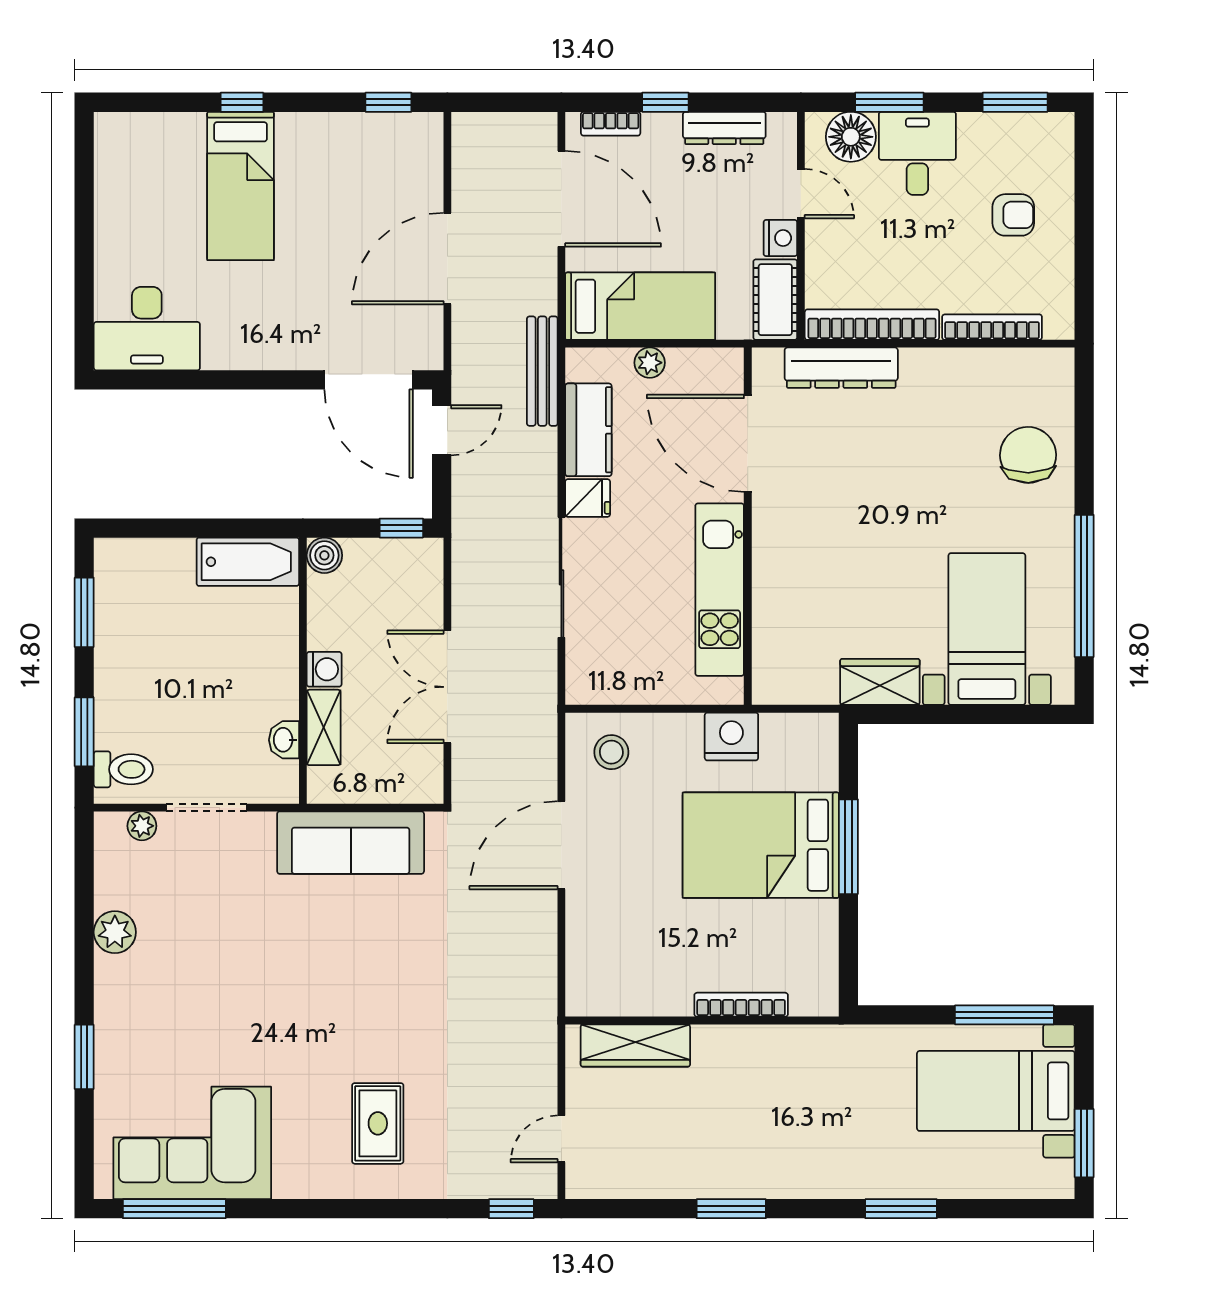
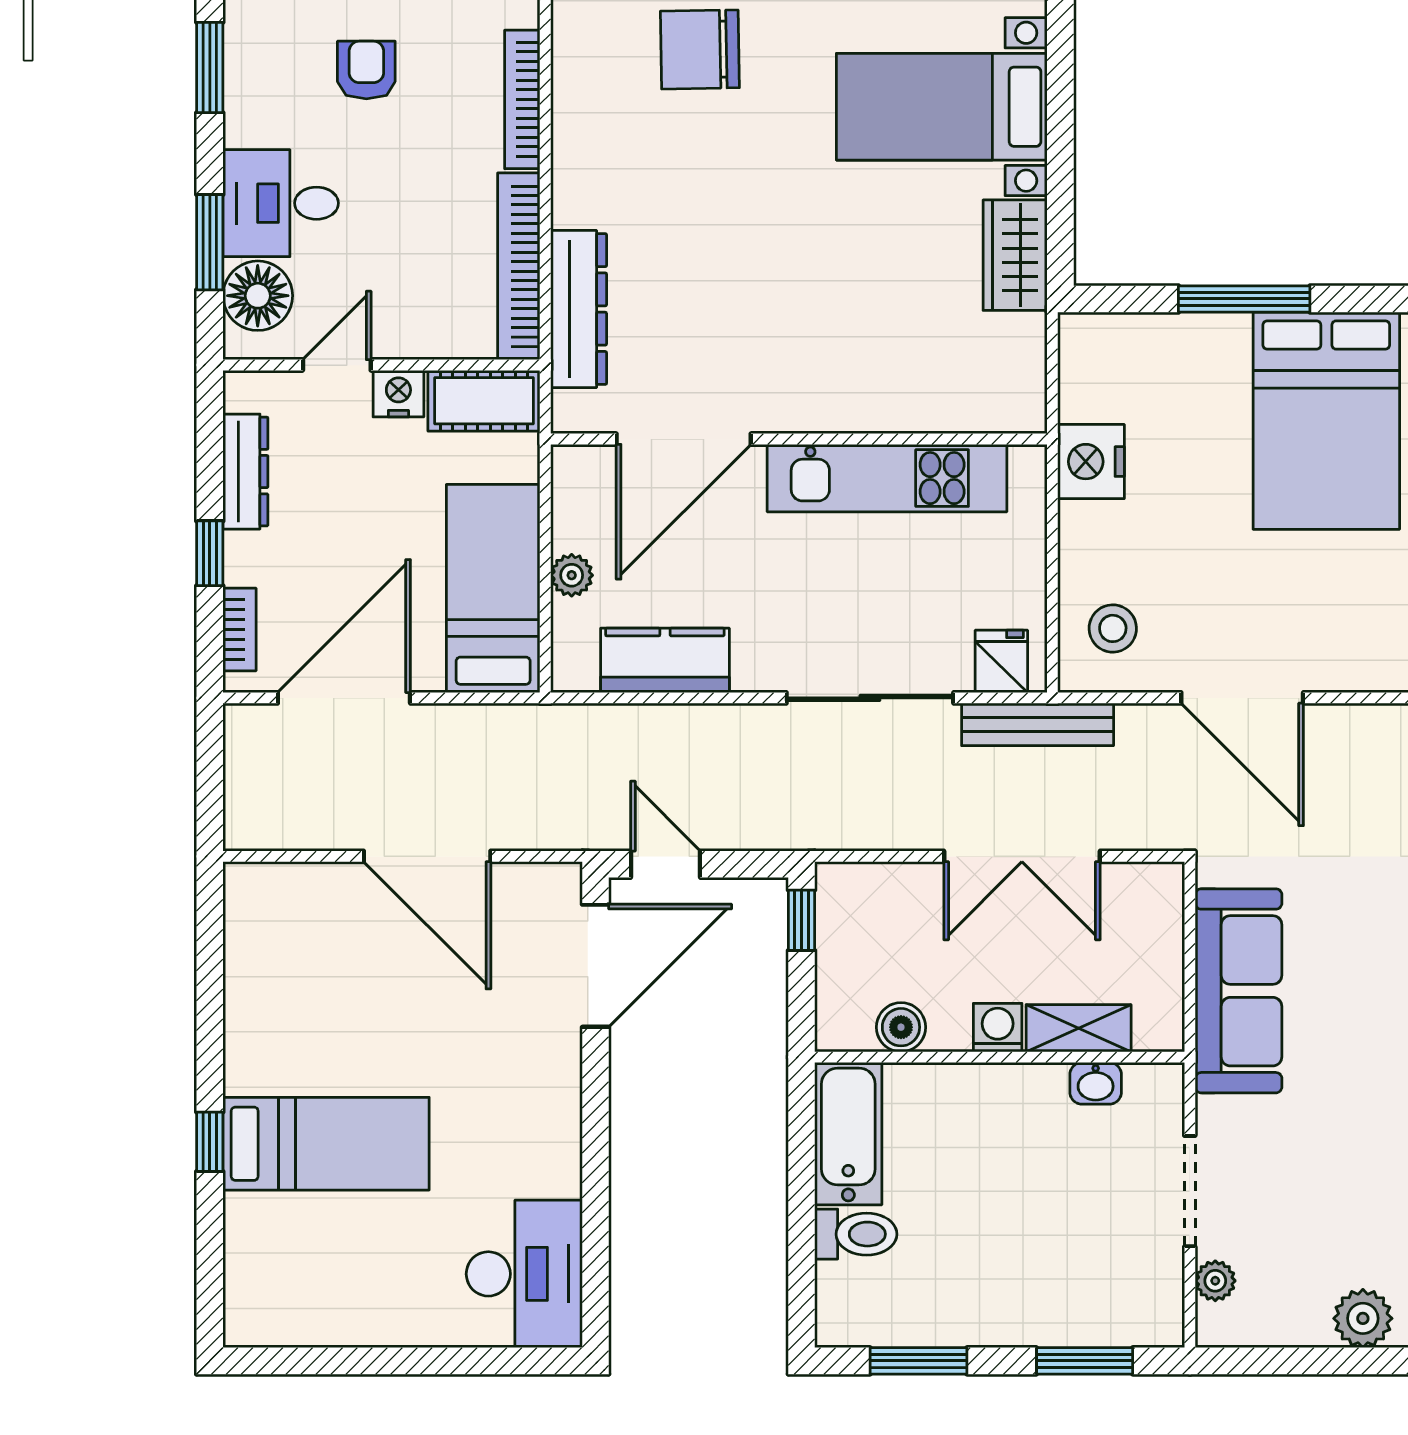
window: (388, 102) -> (210, 938), removed
bench: (542, 371) -> (1038, 724), moved
fridge: (588, 498) -> (1001, 661), moved
boiler: (324, 555) -> (901, 1027), moved
toilet: (123, 769) -> (856, 1234), moved, turned 90
bed: (761, 845) -> (1326, 421), moved

